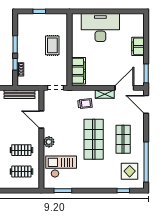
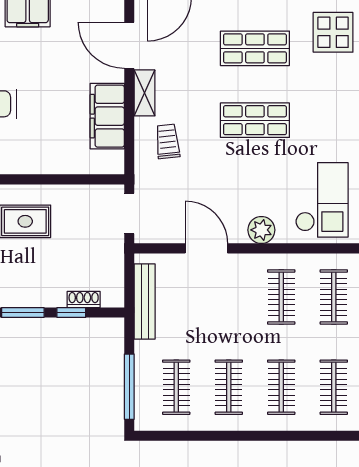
filing cabinet: (78, 71) -> (107, 116), moved, turned -90
door: (41, 119) -> (206, 248), swing flipped
shop shelf: (94, 139) -> (255, 120), width x0.70, depth x0.74
checkout: (61, 167) -> (322, 200), turned 180

